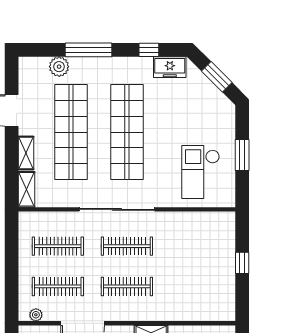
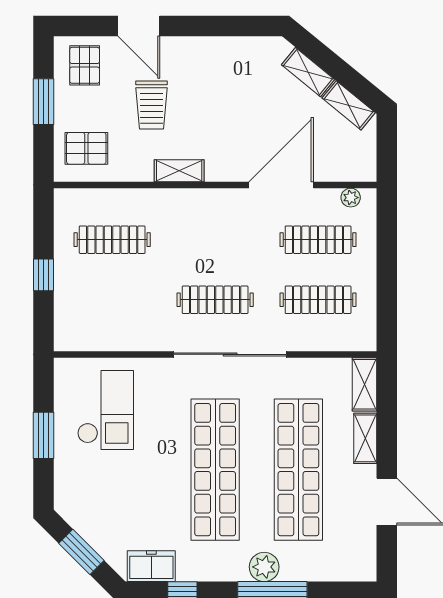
plant: (59, 67) -> (264, 567), moved
clothes rail: (127, 286) -> (112, 240), moved

